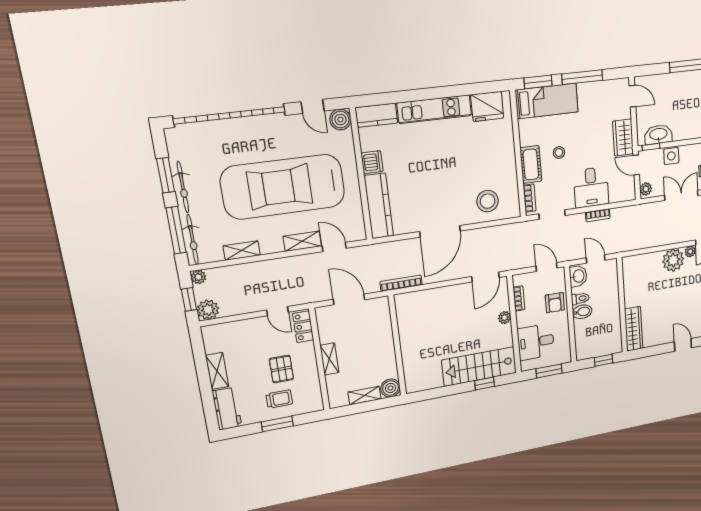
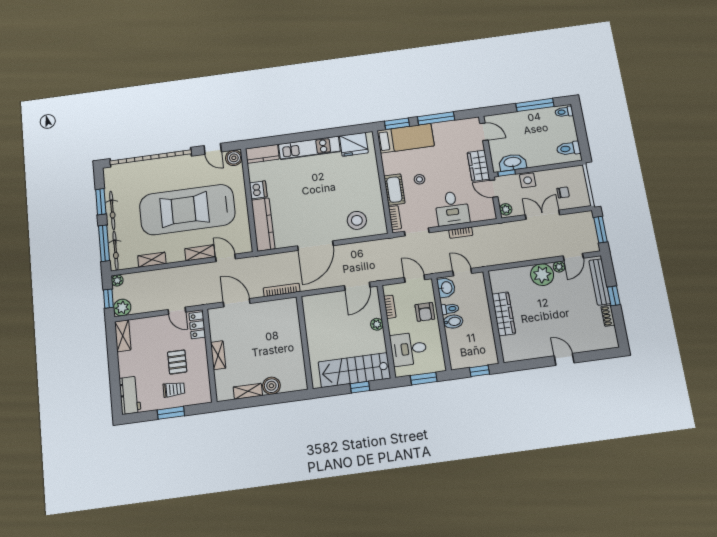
wardrobe: (634, 329) -> (504, 314), moved
wall: (397, 346) -> (305, 342), moved
shelving: (217, 371) -> (123, 336), moved

